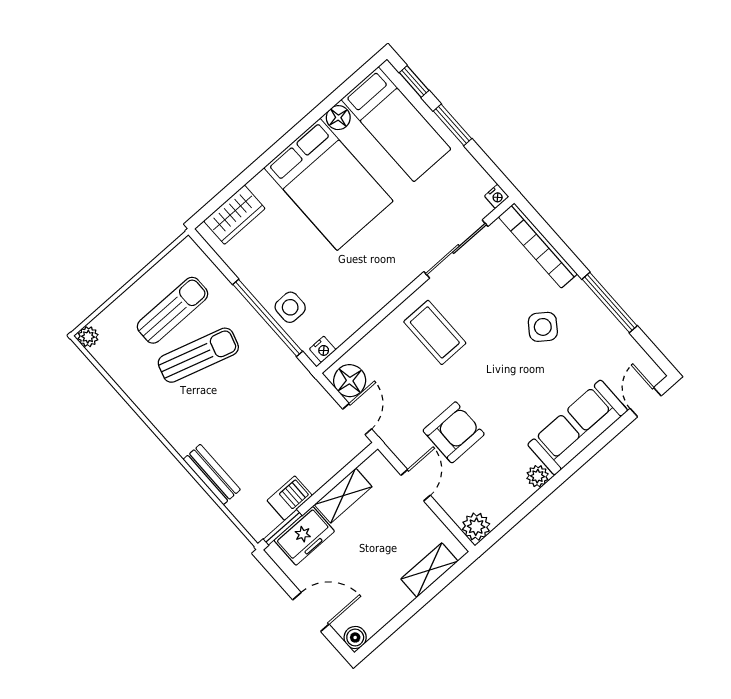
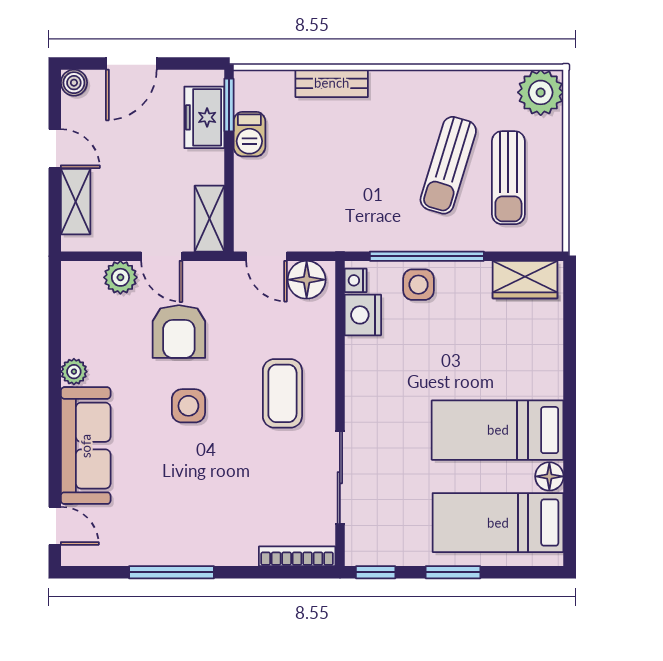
window: (414, 82) -> (376, 572), moved
bed: (329, 184) -> (498, 430), width x0.67
nightstand: (497, 196) -> (363, 315), moved, width x1.89, depth x1.79
wardrobe: (234, 215) -> (525, 280), moved, turned -90
bookcase: (538, 245) -> (297, 556), width x0.68, depth x0.76
side table: (543, 327) -> (188, 406), moved, turned -36
coffee table: (435, 332) -> (282, 393), turned 90
plant: (88, 337) -> (541, 92), width x1.87, depth x1.87
shelving: (343, 496) -> (209, 219), moved
plant: (476, 527) -> (120, 277), moved
door: (408, 613) -> (55, 149), added

